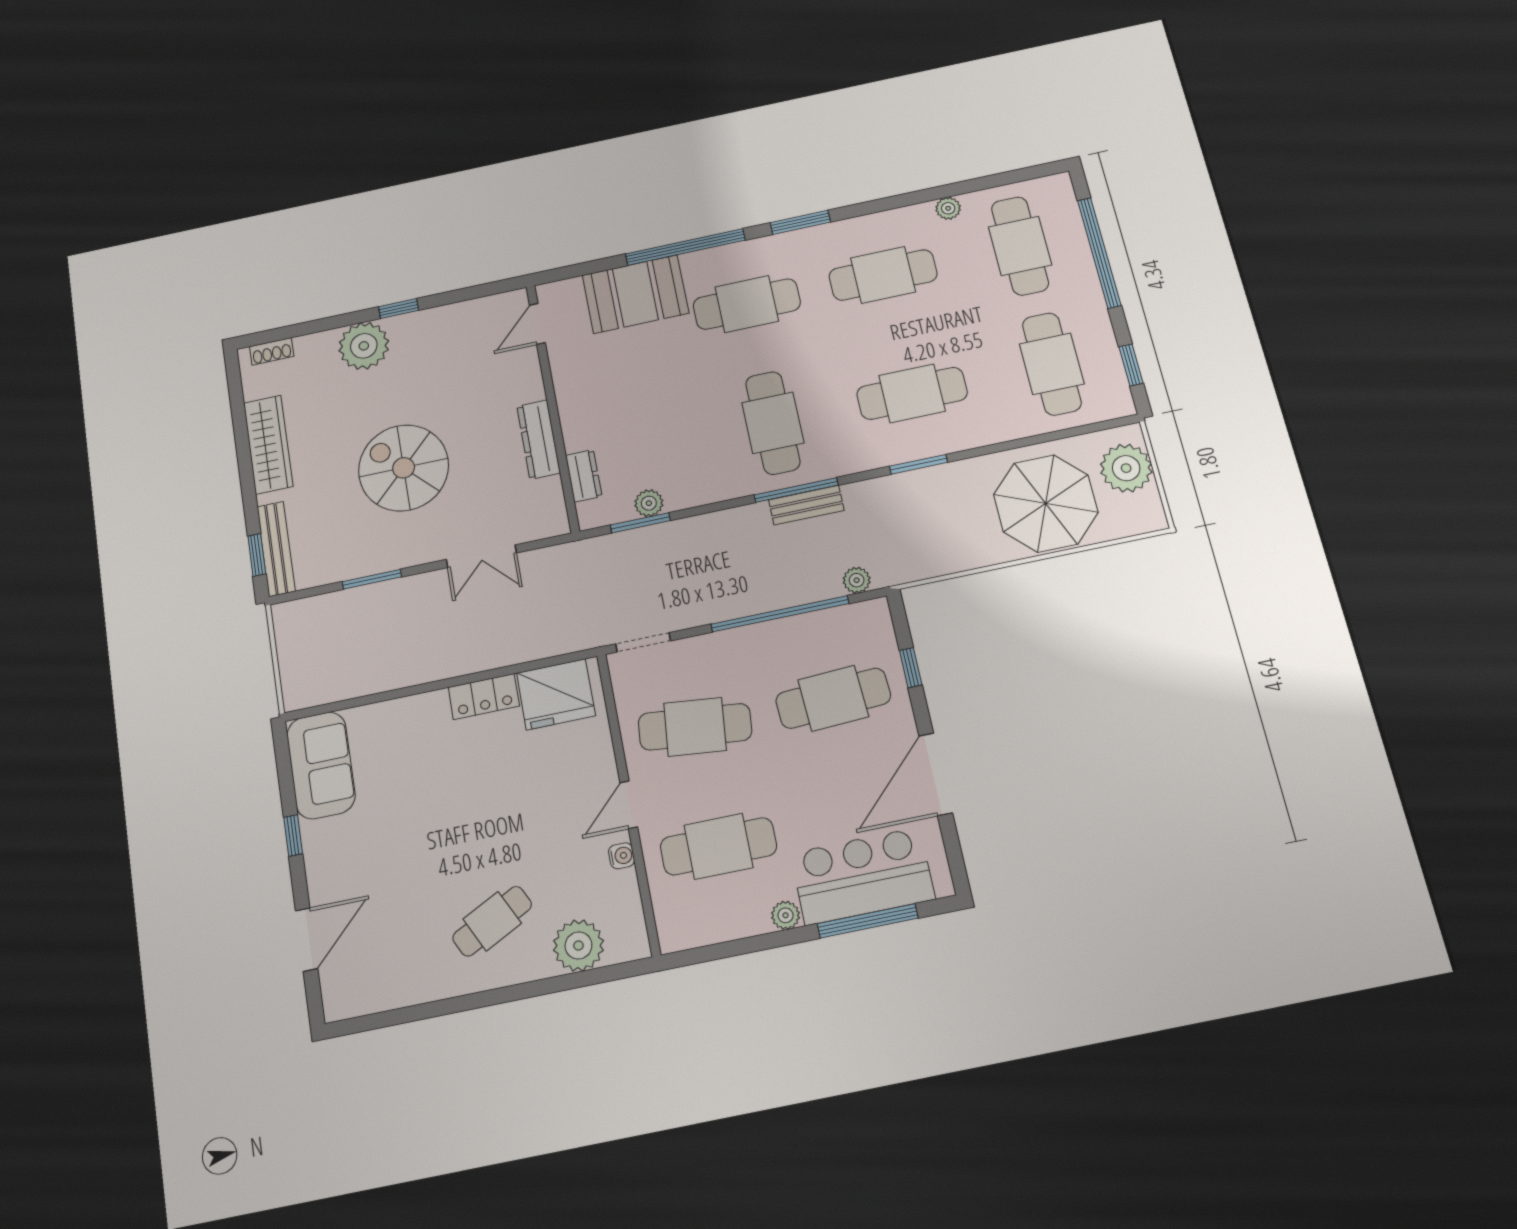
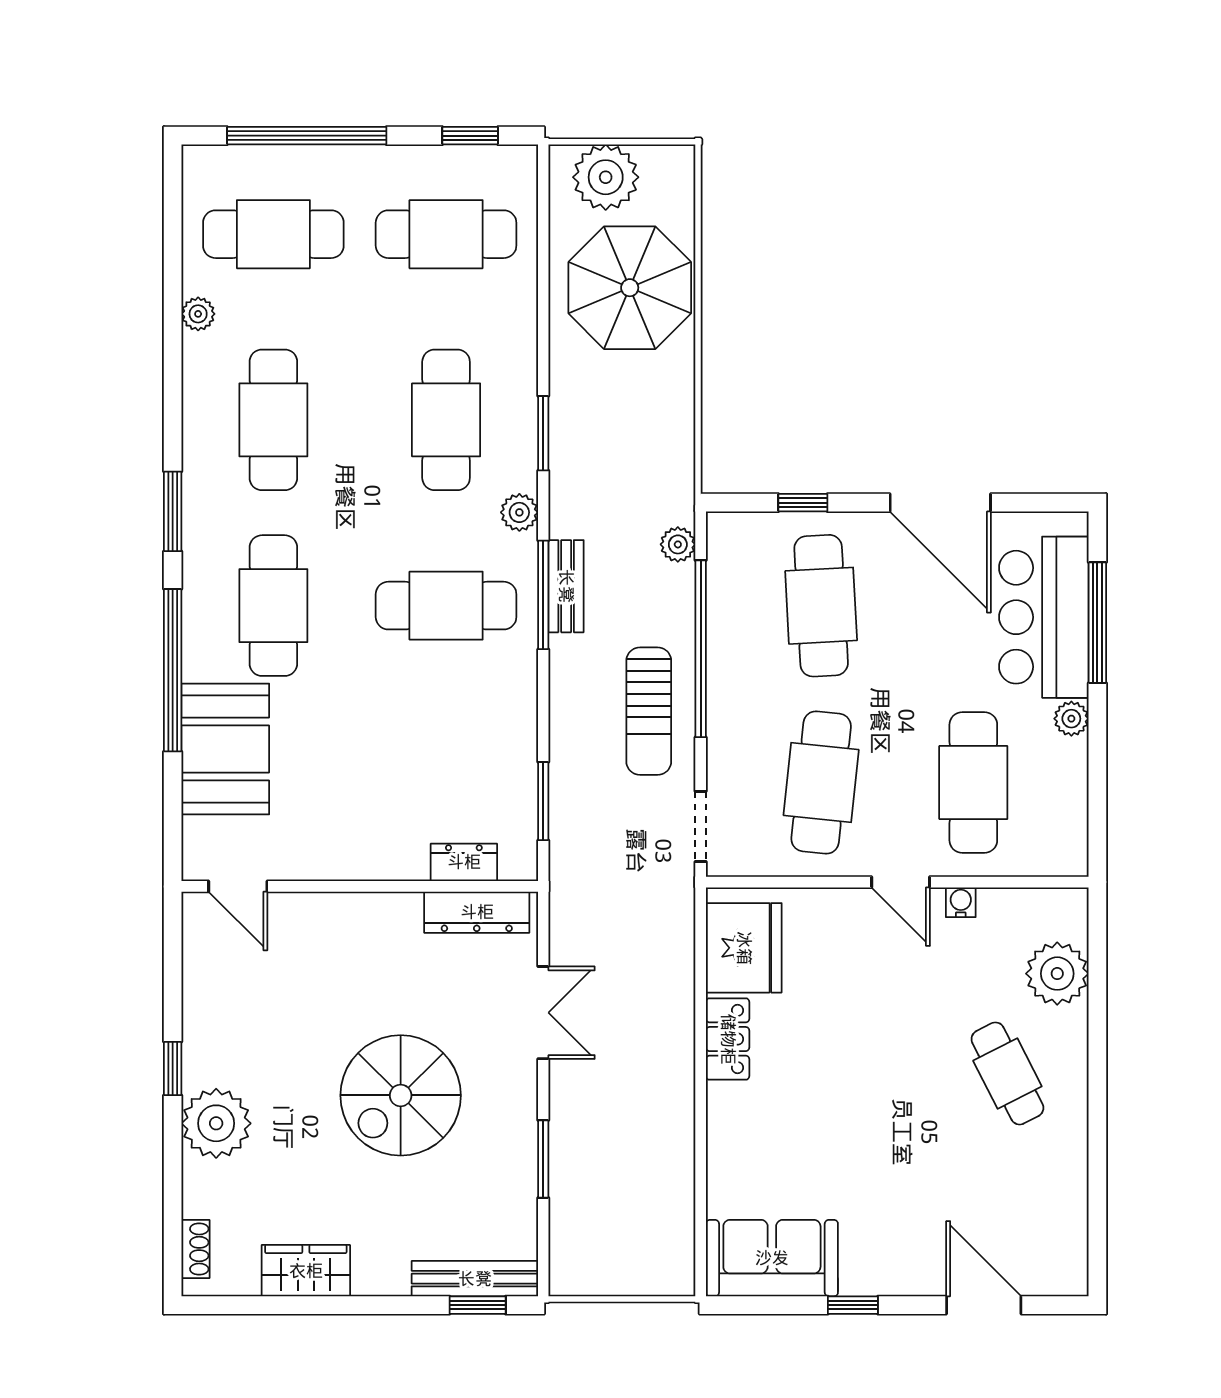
dresser: (539, 439) -> (477, 912), moved
wardrobe: (268, 445) -> (306, 1271), width x0.67
plant: (649, 503) -> (519, 512), moved
sun lounger: (724, 585) -> (649, 711), added

